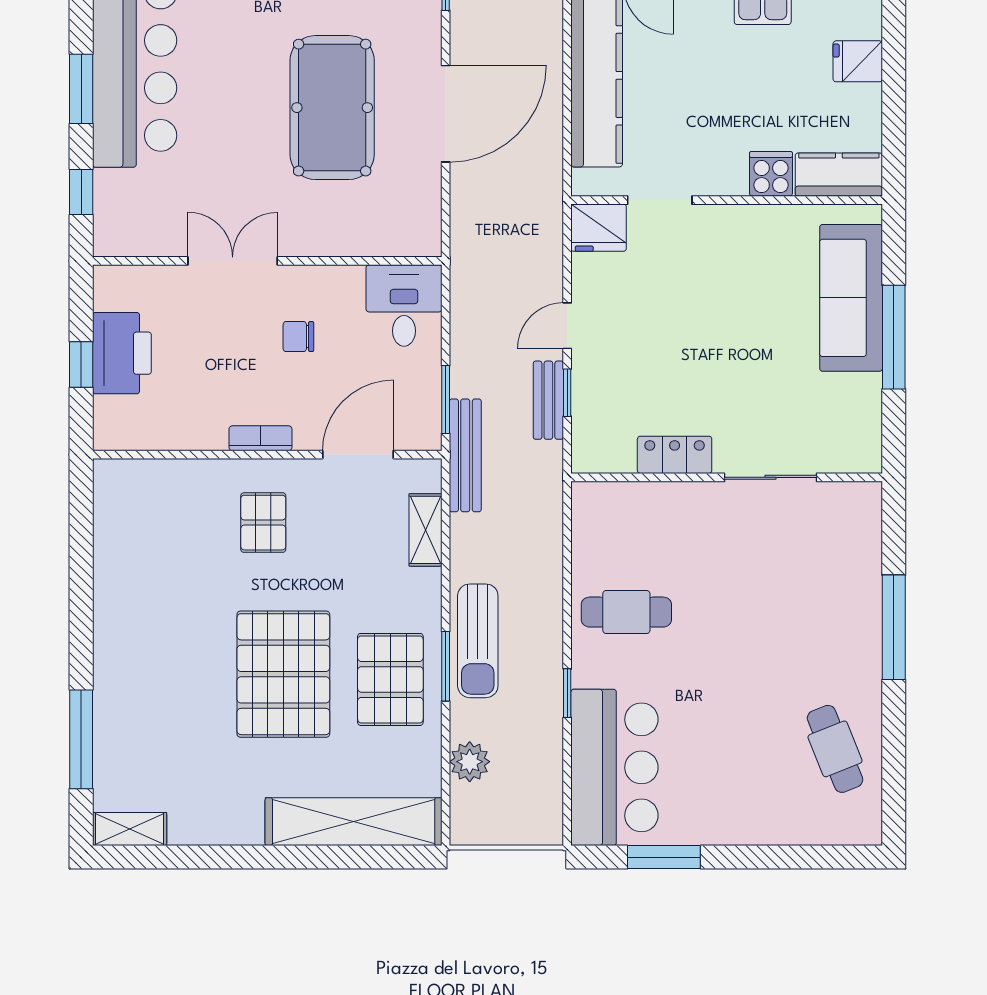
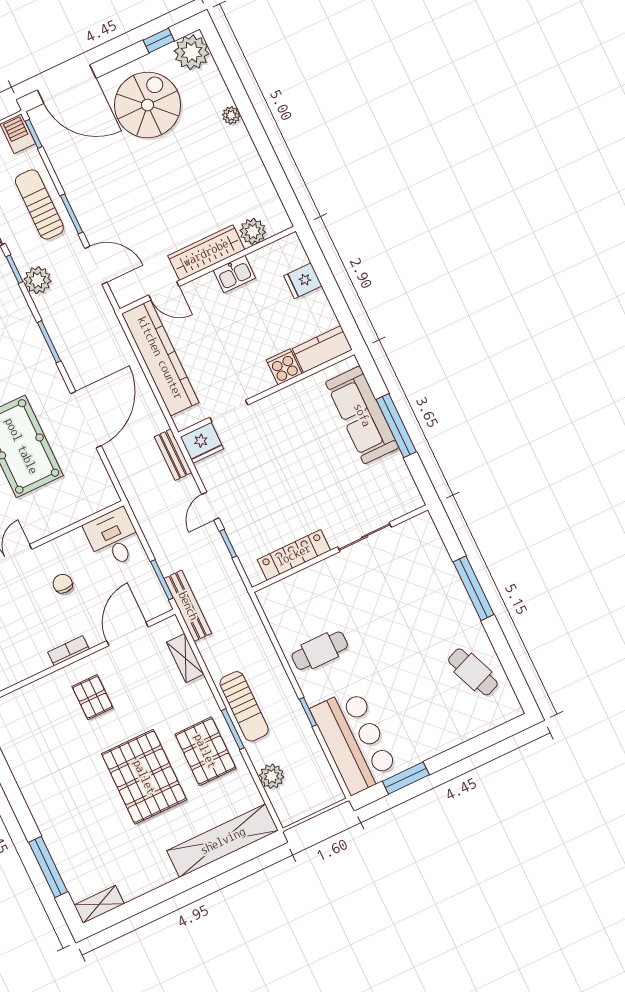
chair: (298, 337) -> (63, 584), turned 90
bench: (548, 400) -> (173, 455), moved
locker: (675, 455) -> (294, 555), width x1.53

